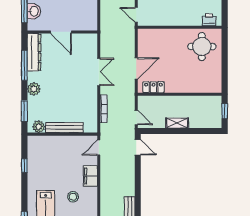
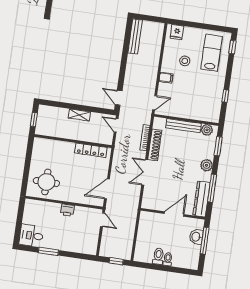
printer: (209, 20) -> (67, 210), moved
door: (61, 32) -> (174, 214), hinge flipped
door: (136, 68) -> (107, 189), moved
locker: (153, 87) -> (91, 150), width x1.53
shoe rack: (92, 103) -> (155, 145), added
filing cabinet: (90, 176) -> (166, 78), width x0.50

